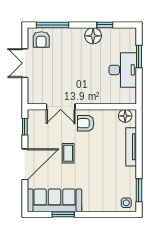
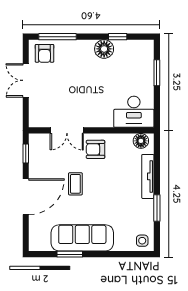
desk: (123, 70) -> (134, 112), moved, turned 90
window: (139, 190) -> (157, 208), moved
sofa: (54, 200) -> (82, 238), moved

